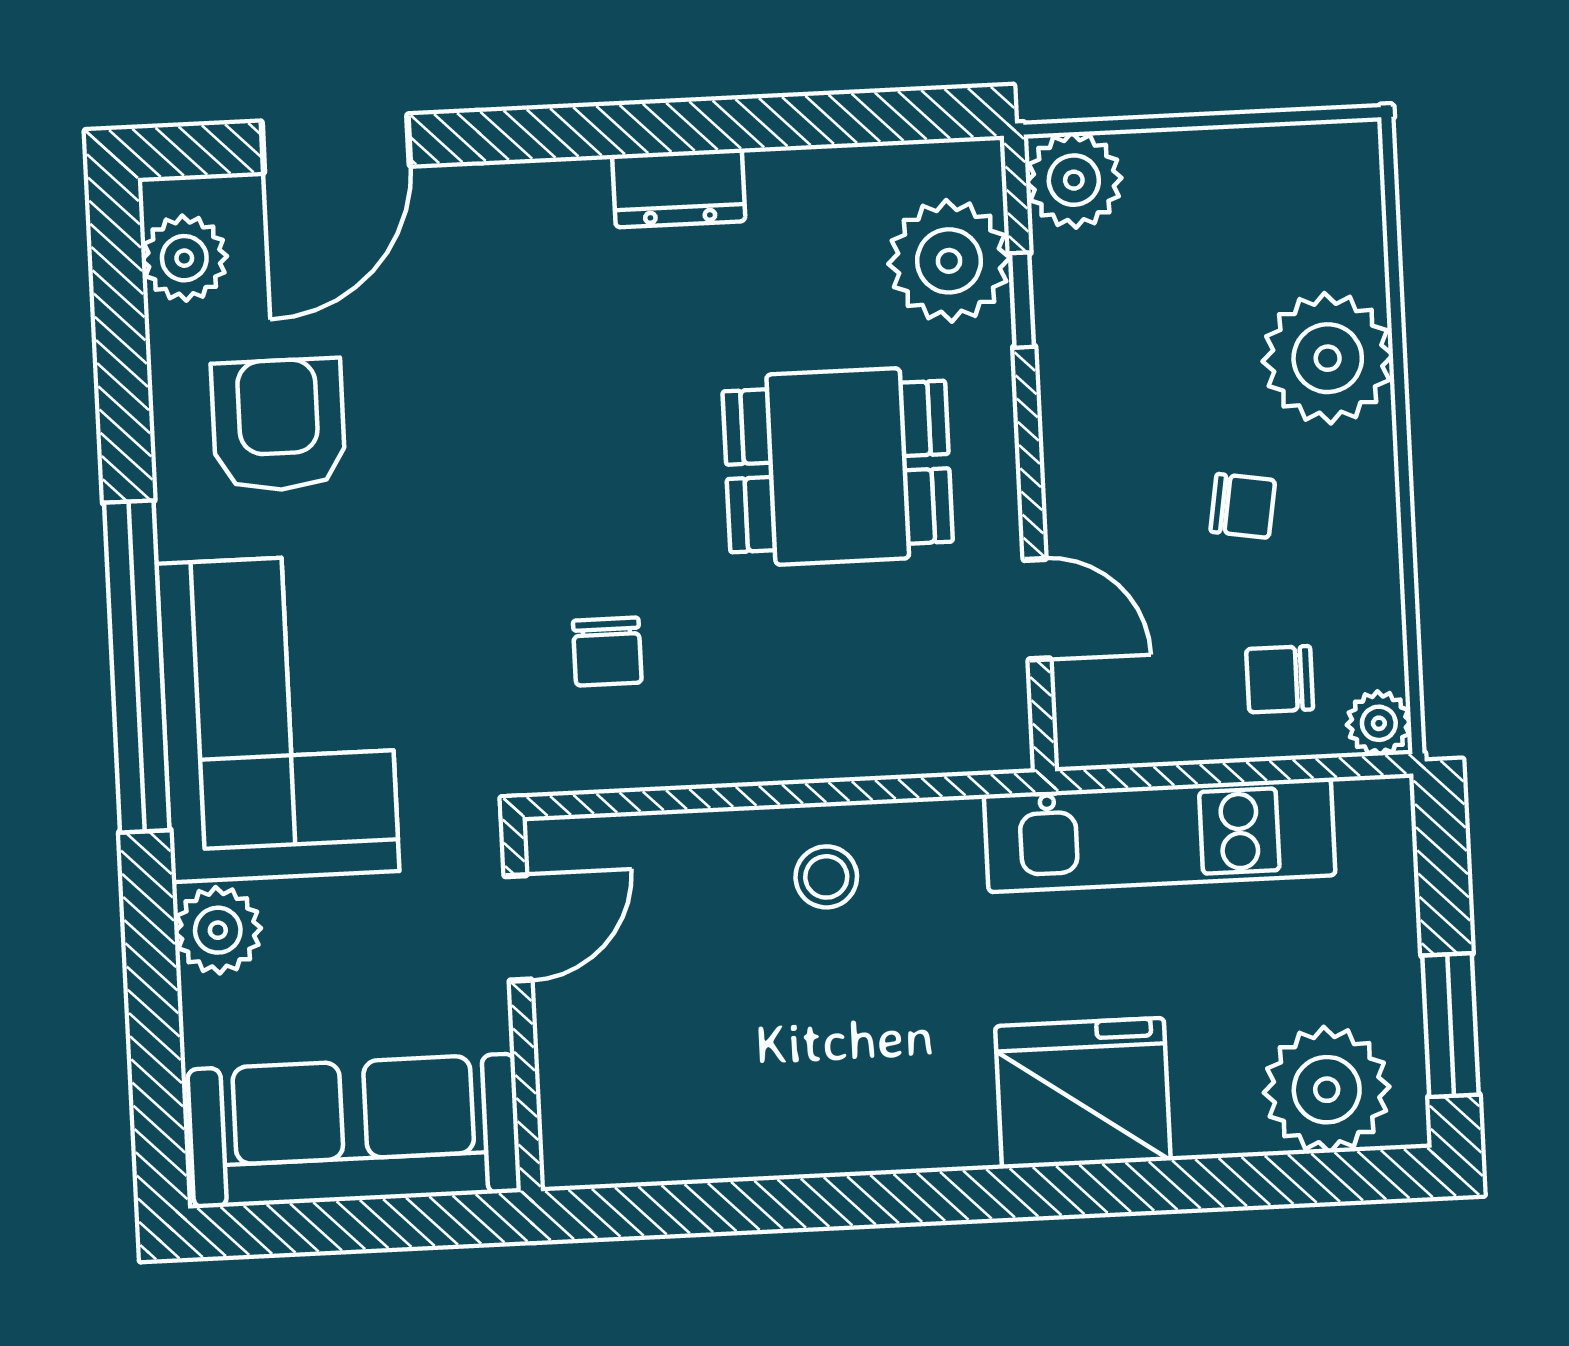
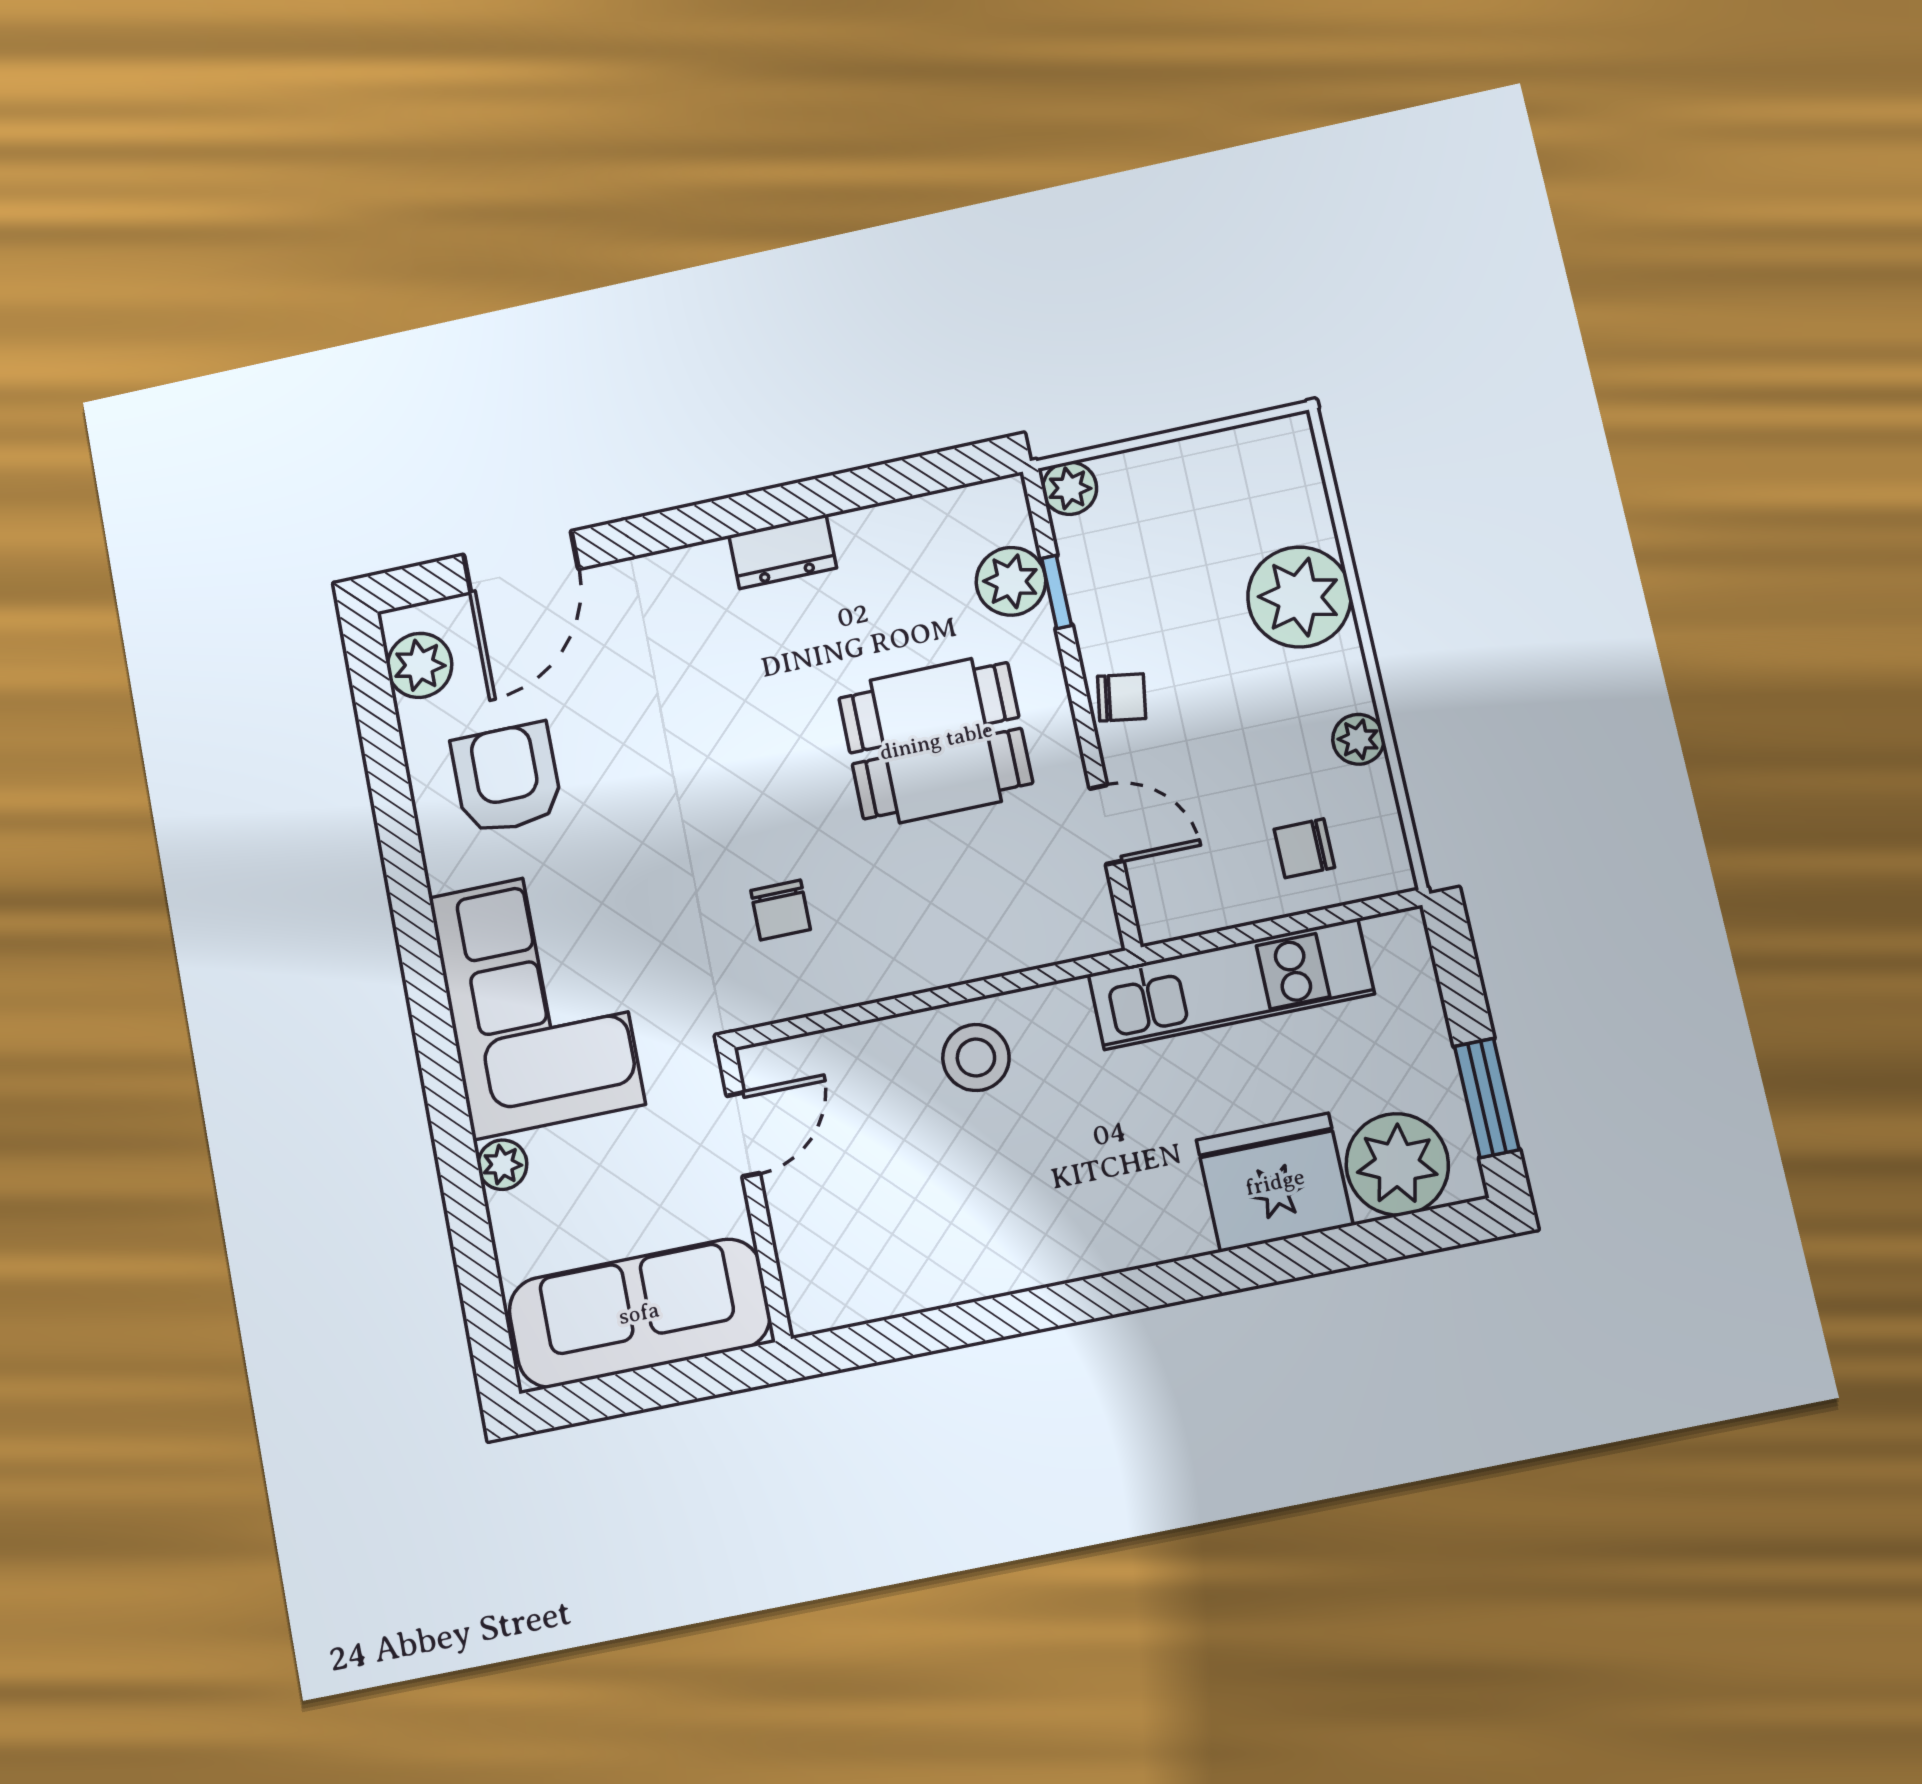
plant: (1074, 180) -> (1070, 488), width x0.73, depth x0.73
plant: (949, 261) -> (1011, 581), width x0.73, depth x0.73
chair: (1243, 506) -> (1122, 697), moved
window: (137, 666) -> (424, 978), removed
plant: (1379, 723) -> (1358, 739), moved
stool: (826, 877) -> (976, 1057), width x1.37, depth x1.37
plant: (218, 930) -> (502, 1165), width x0.73, depth x0.73
fridge: (1083, 1093) -> (1275, 1182), moved

